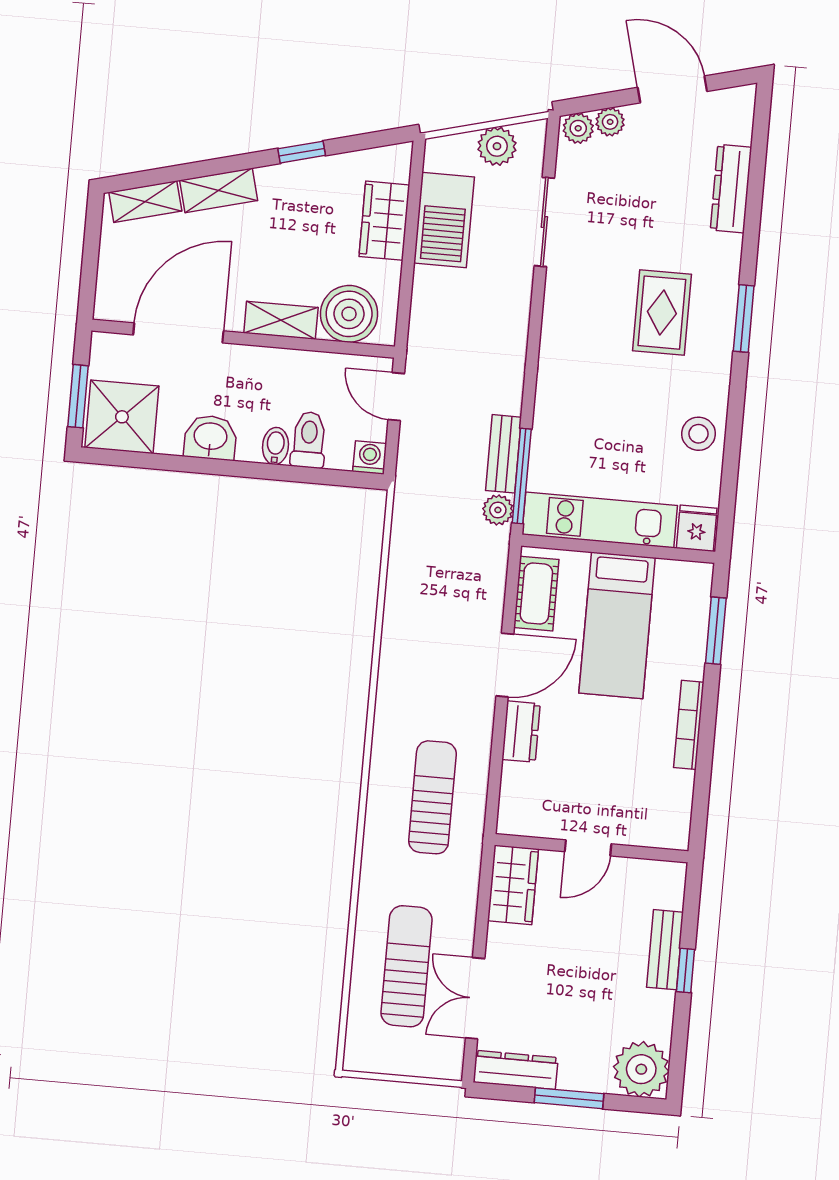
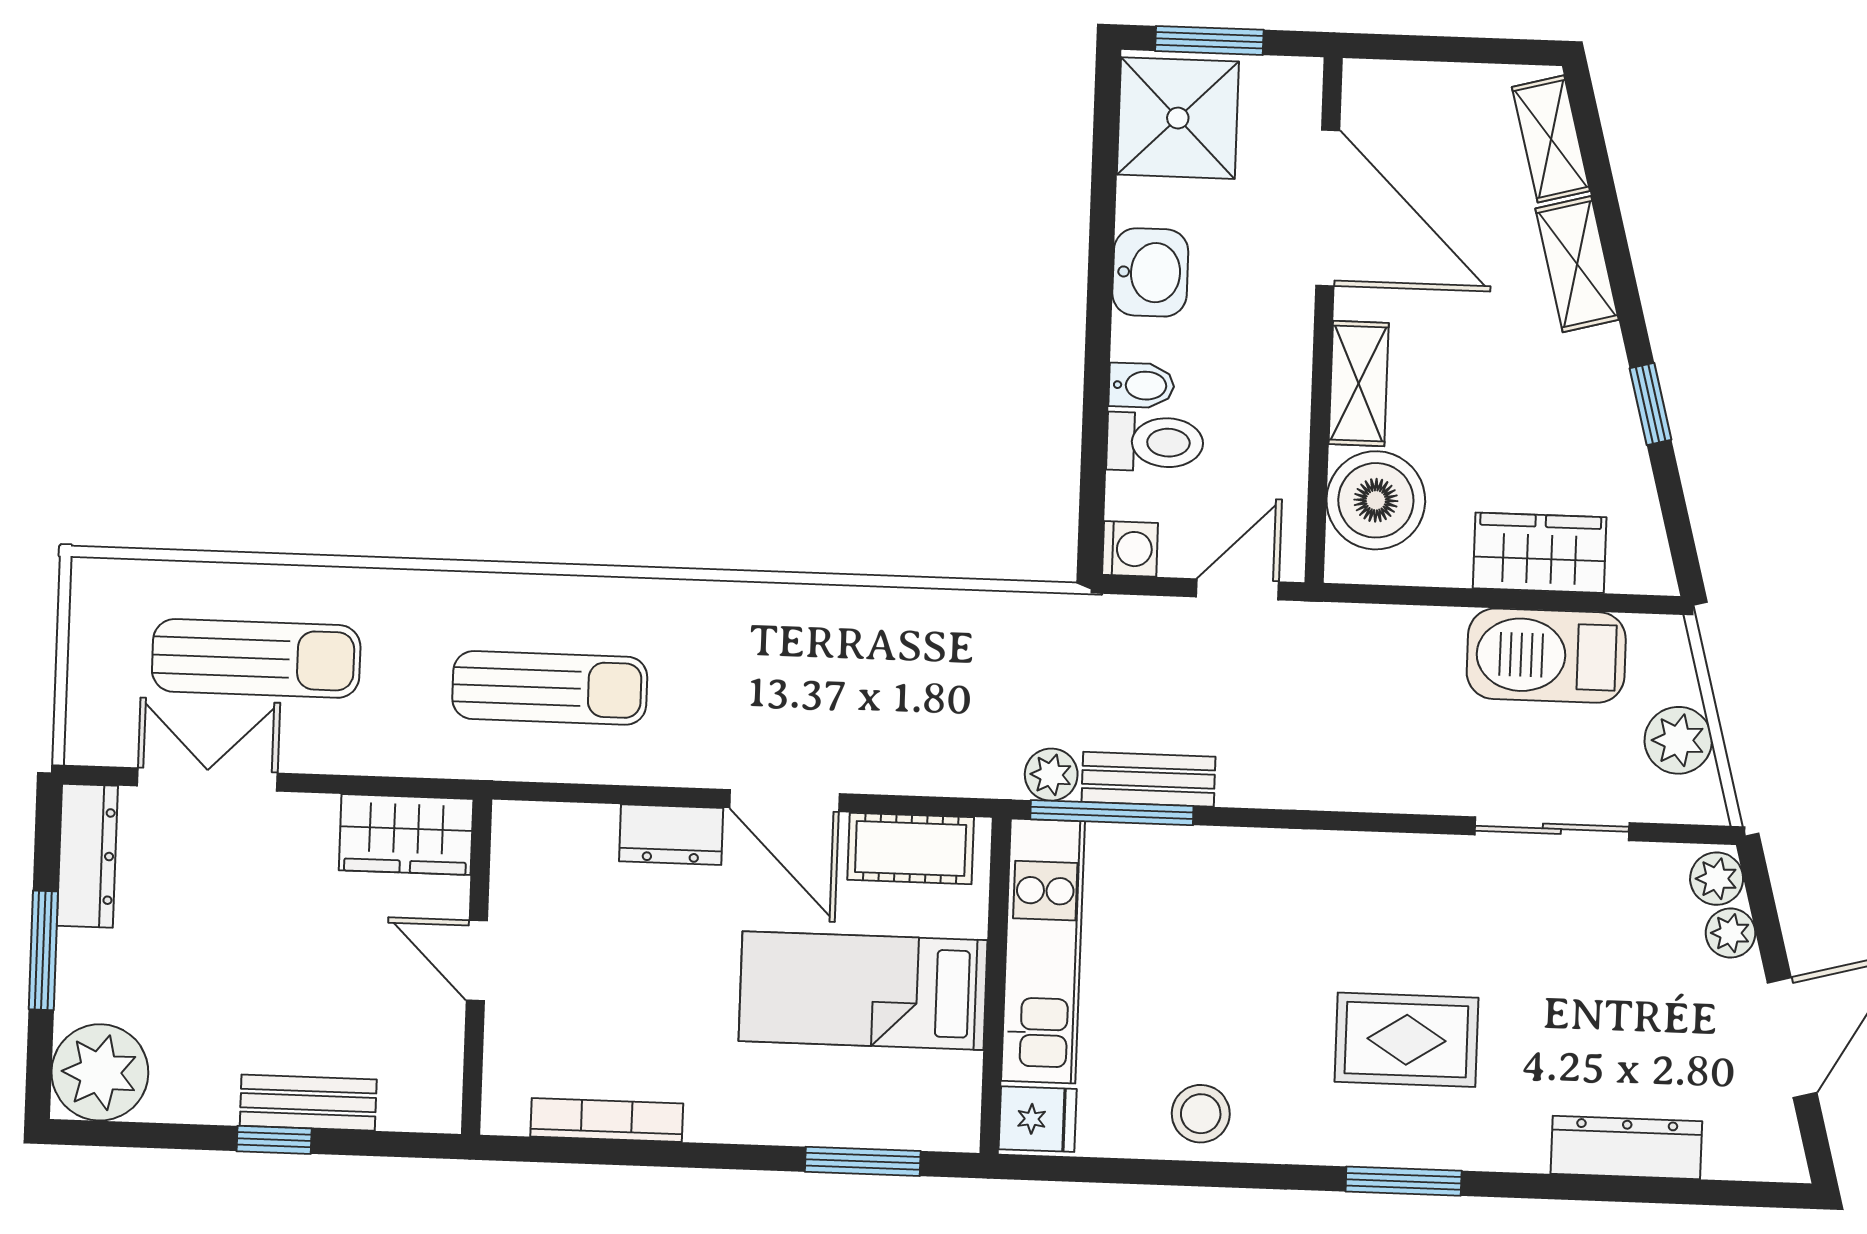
bookcase: (689, 725) -> (607, 1120), moved

